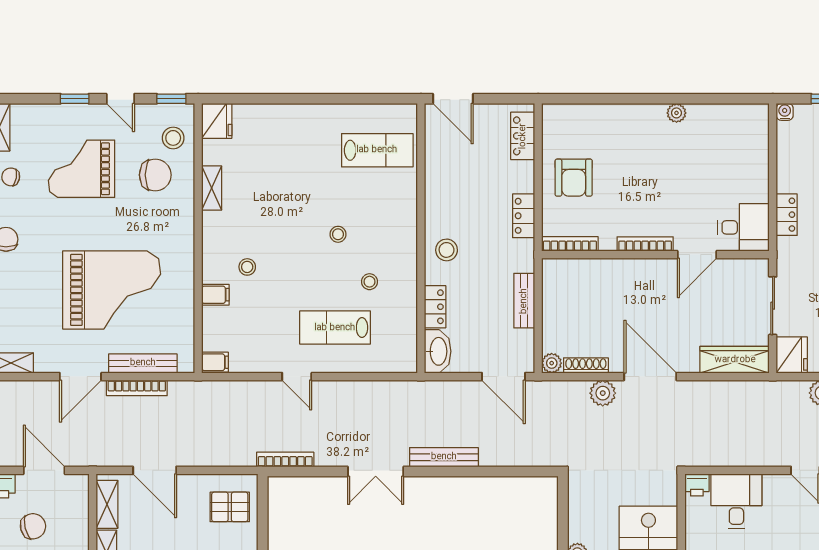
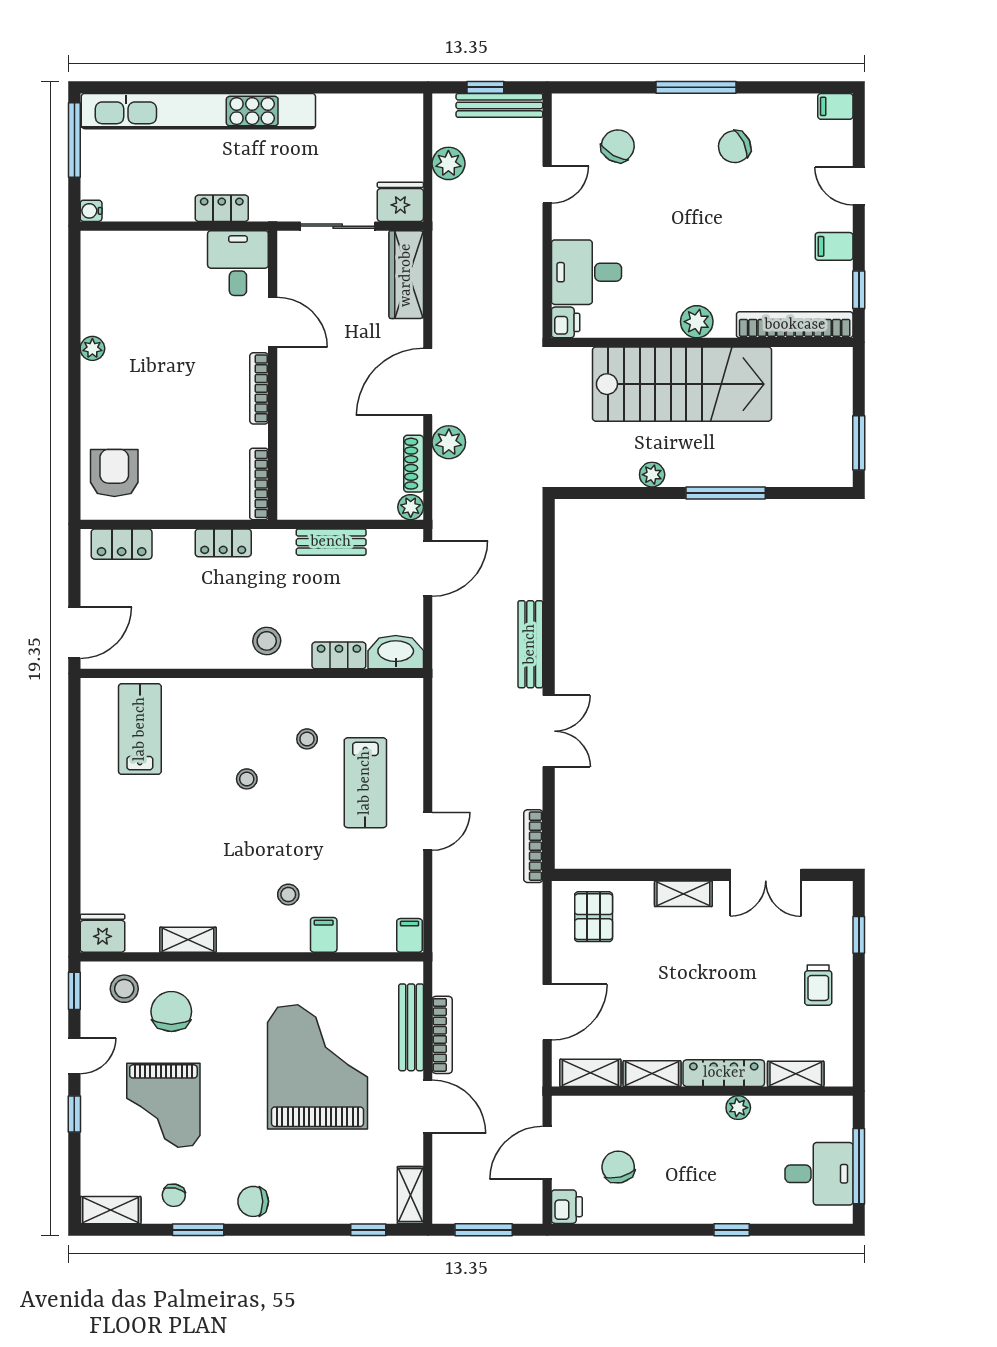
armchair: (574, 178) -> (114, 473), moved, turned -90

